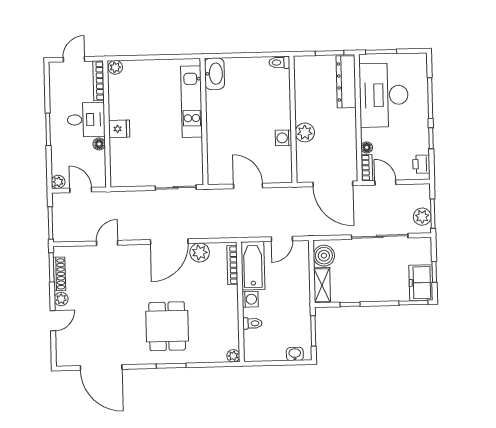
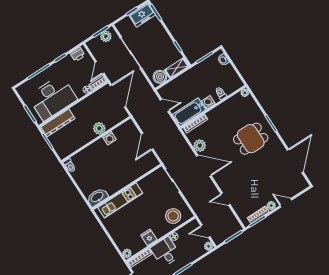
fridge: (119, 129) -> (149, 237), moved
stool: (127, 159) -> (173, 216), added
door: (81, 190) -> (205, 231), hinge flipped

